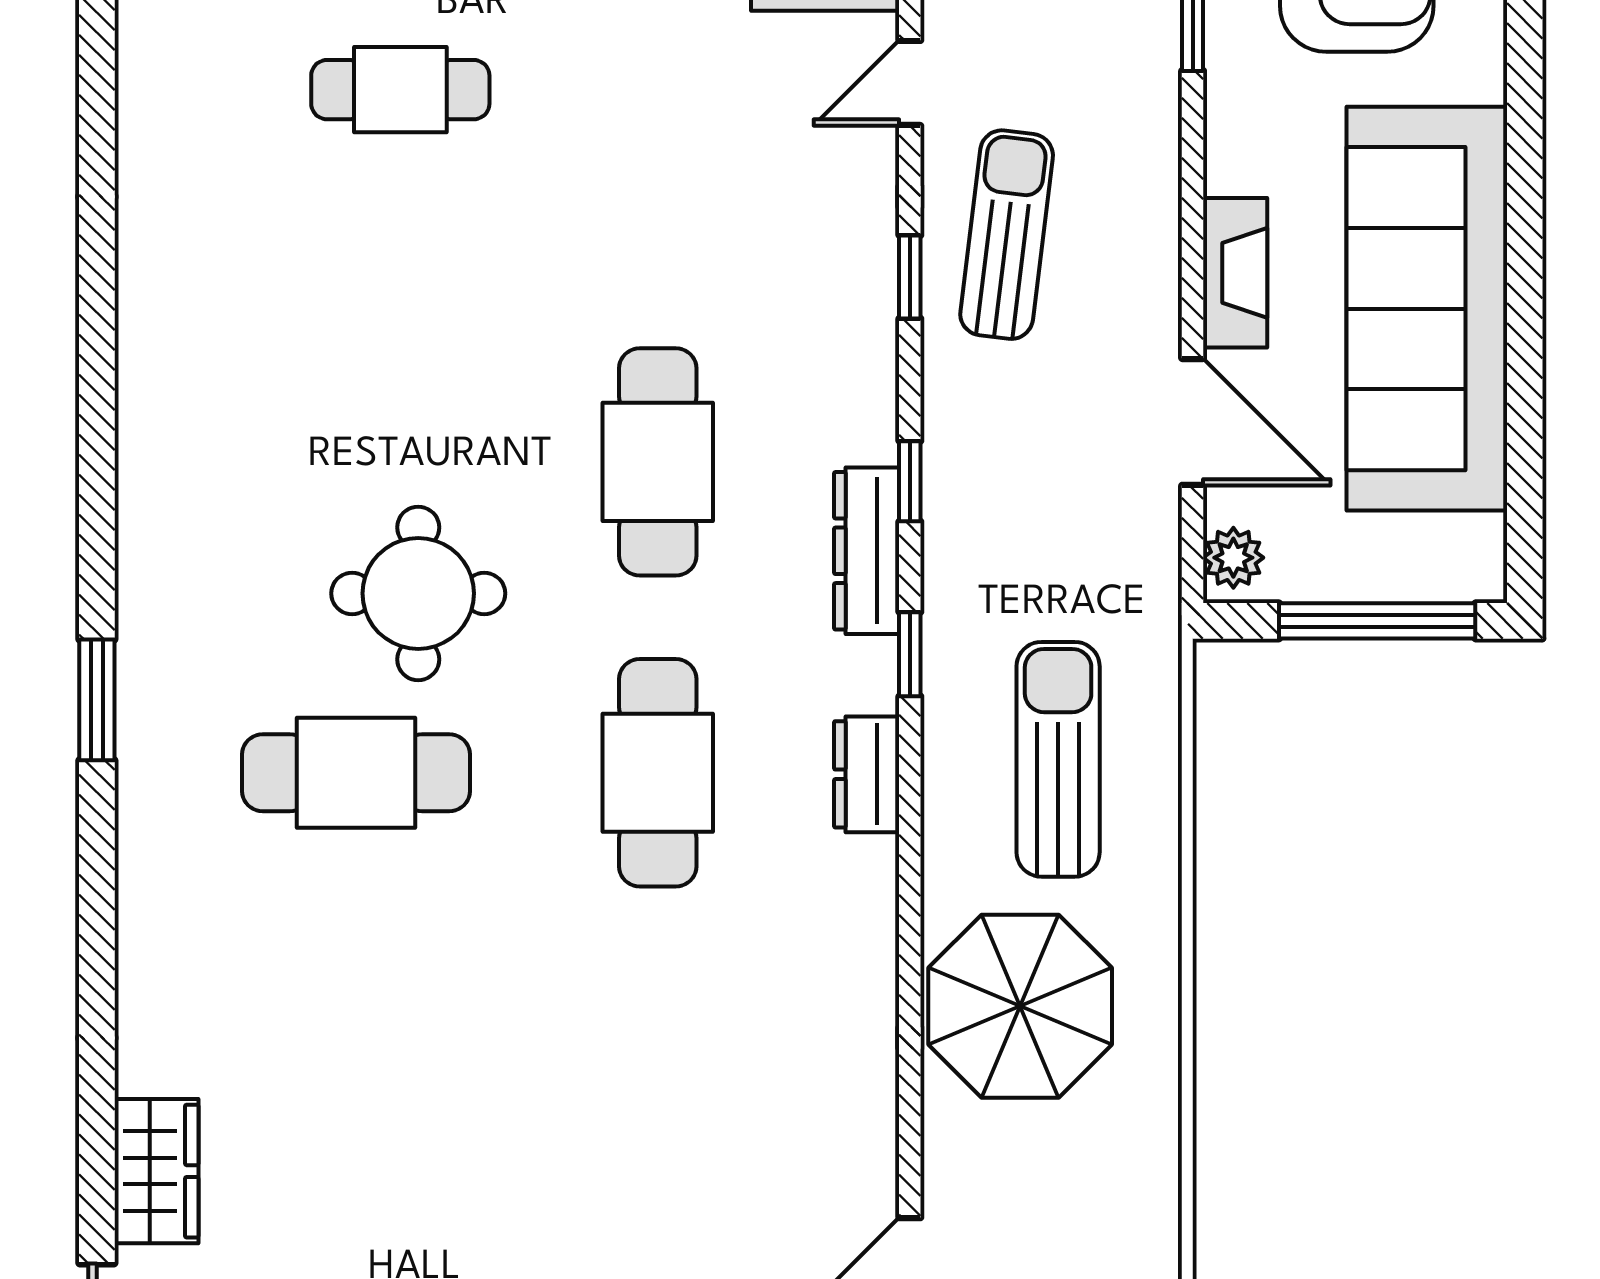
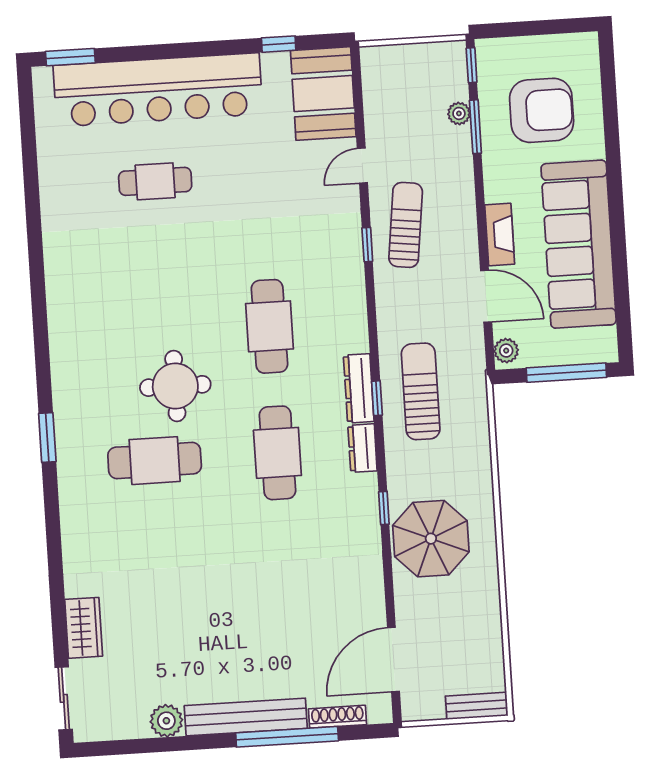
window: (910, 481) -> (384, 508), moved
dresser: (867, 551) -> (359, 388), moved
sun lounger: (1058, 759) -> (421, 391), moved

